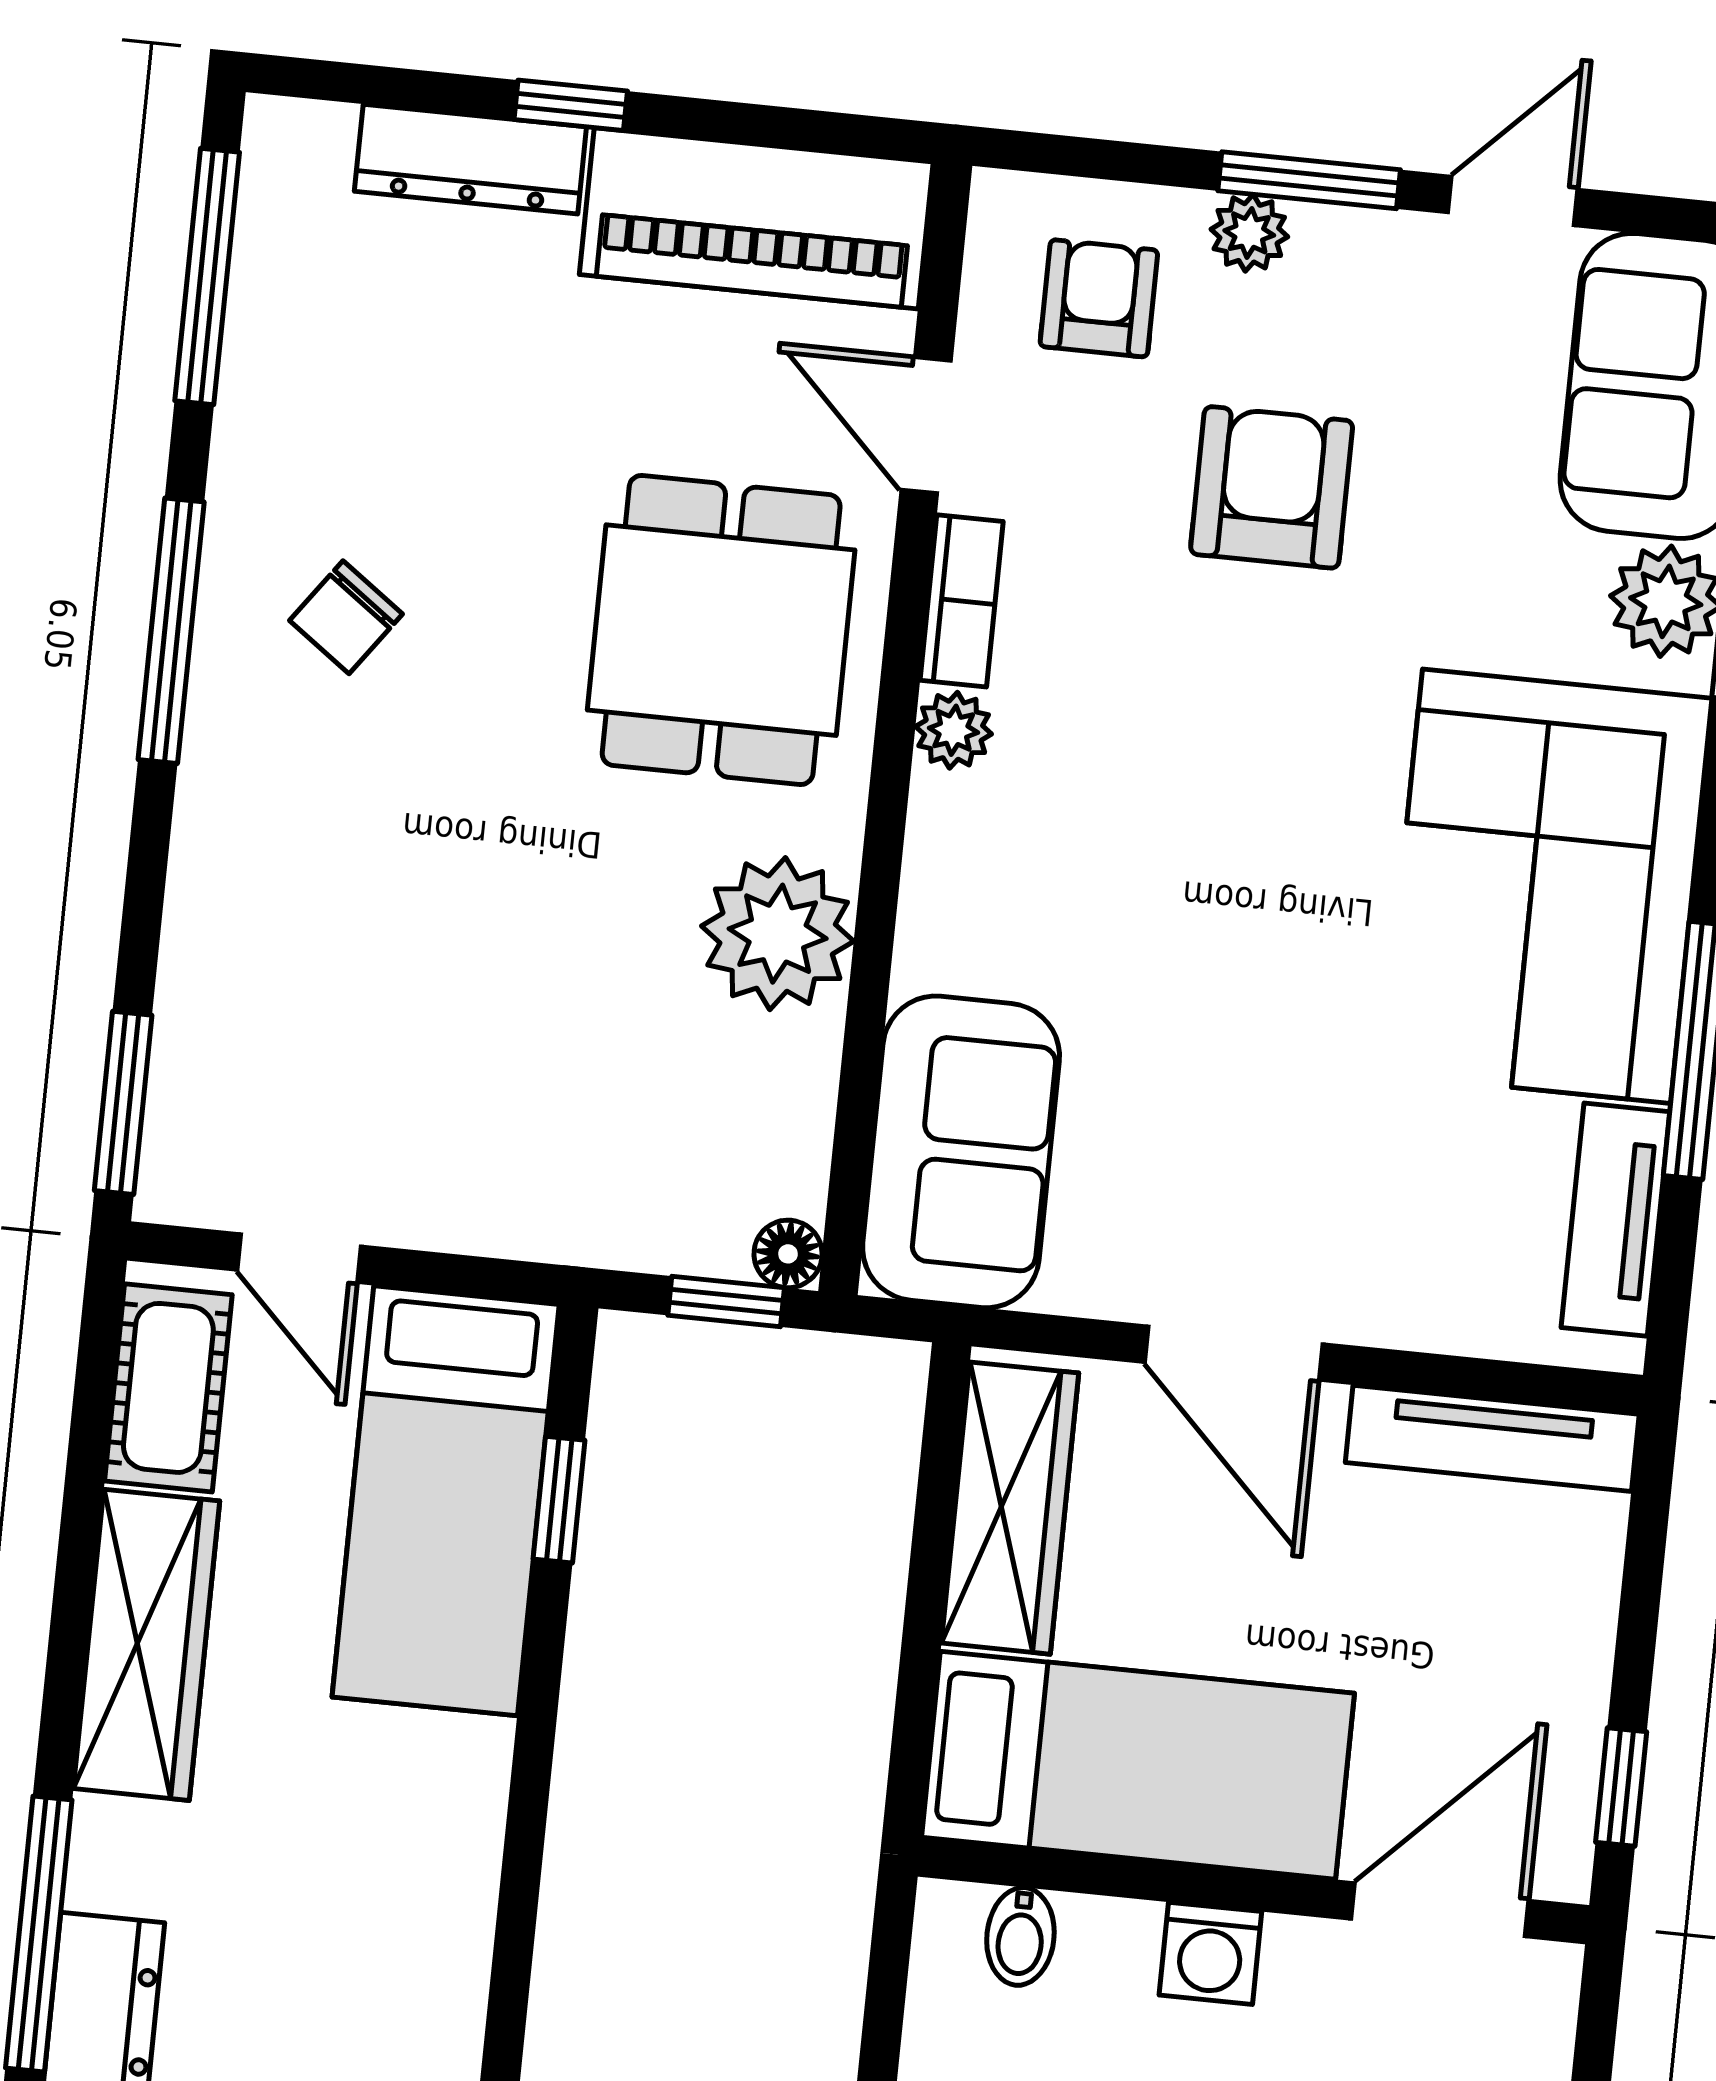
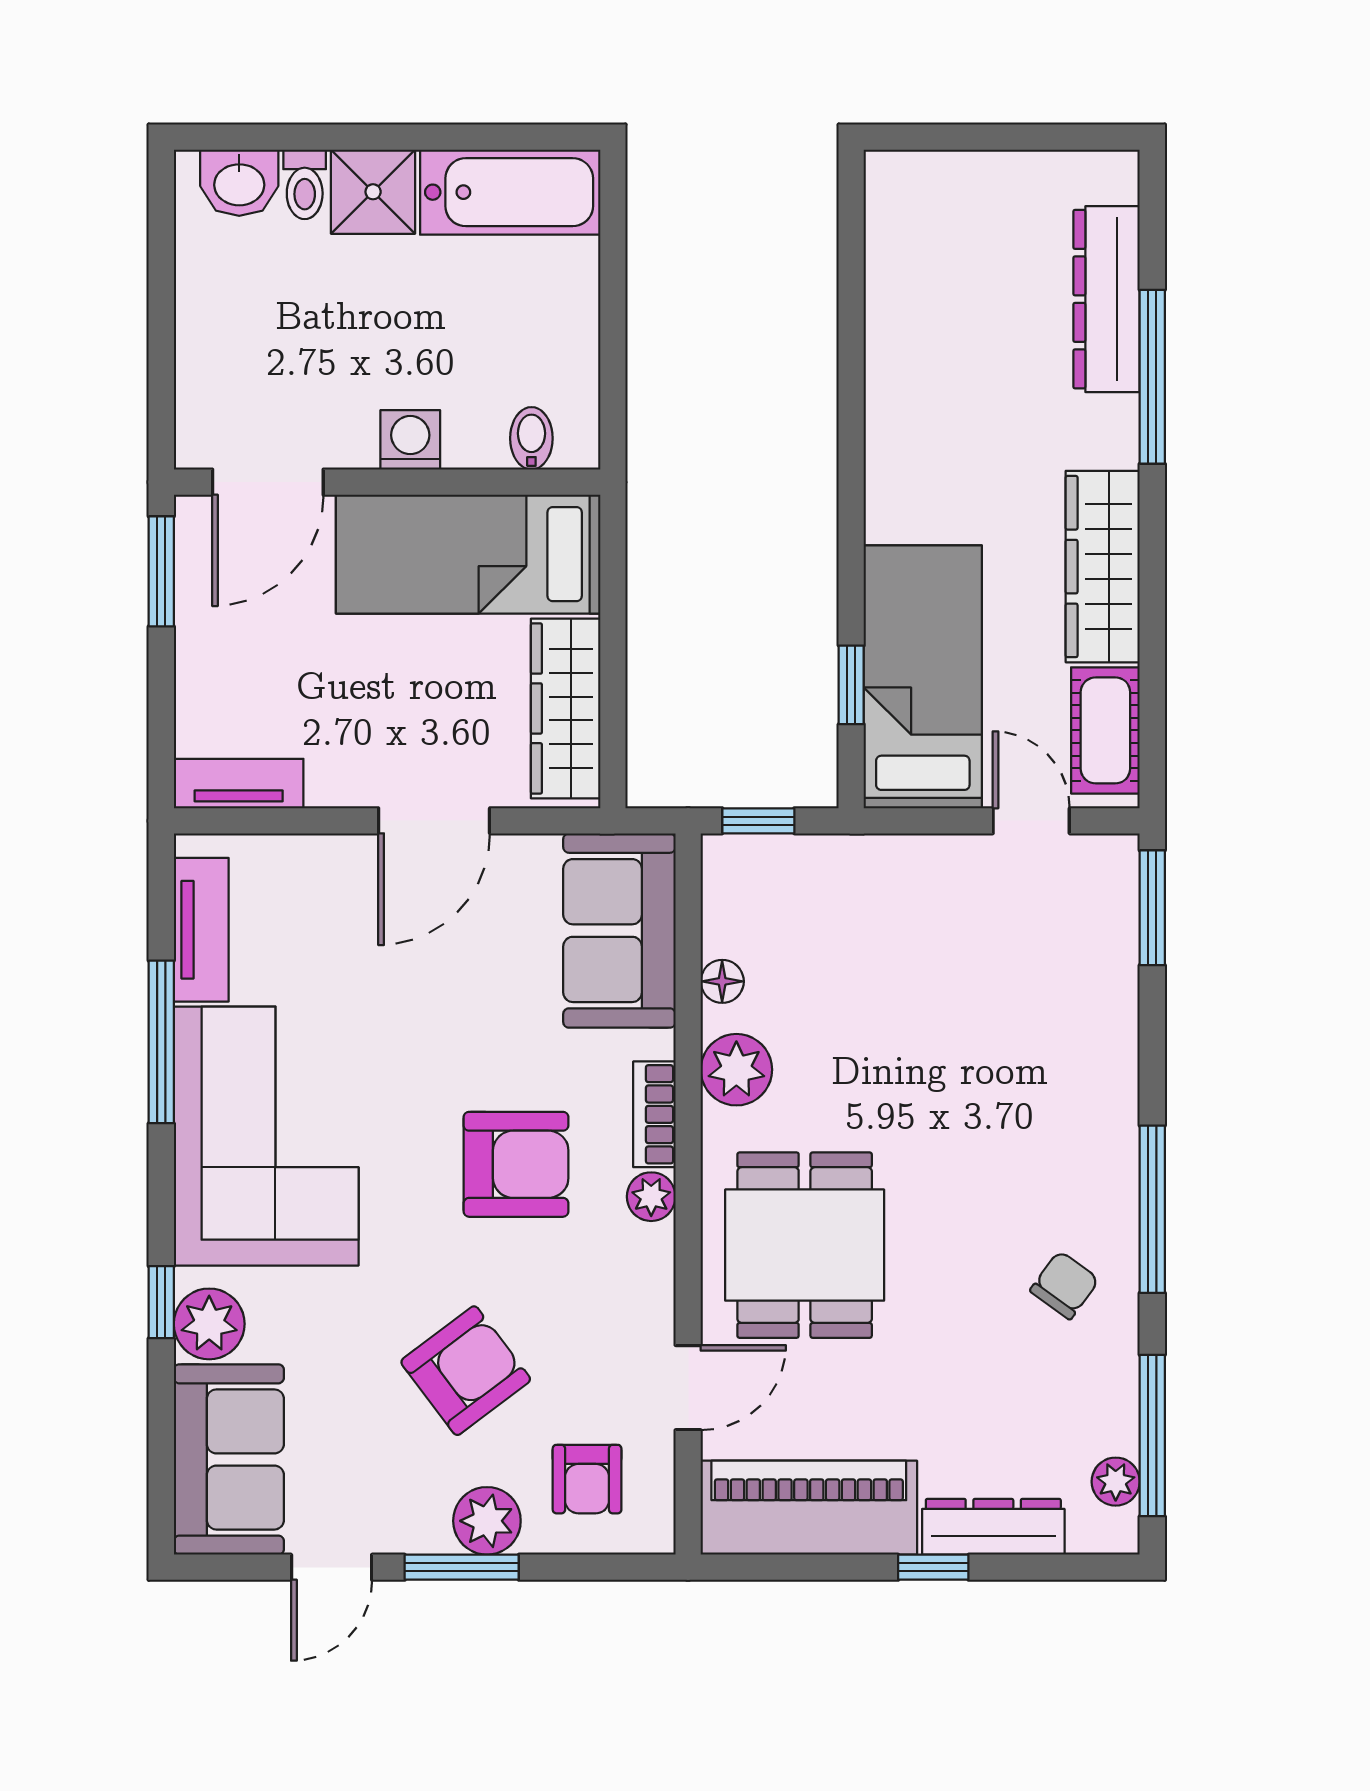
plant: (272, 210) -> (1116, 1482), added
plant: (1249, 233) -> (487, 1521), width x1.38, depth x1.38
door: (926, 425) -> (688, 1388), hinge flipped
armchair: (1272, 487) -> (466, 1371), turned -127
bookcase: (962, 601) -> (654, 1114), moved
chair: (346, 617) -> (1065, 1285), moved
armchair: (1160, 802) -> (516, 1164), added
plant: (778, 934) -> (736, 1070), width x0.73, depth x0.73
floor lamp: (788, 1254) -> (722, 981), moved
door: (1234, 1353) -> (434, 821), swing flipped
tv unit: (1492, 1438) -> (239, 784), width x0.71
window: (1621, 1787) -> (161, 571), width x1.50

